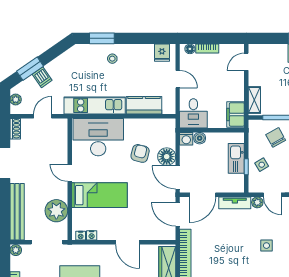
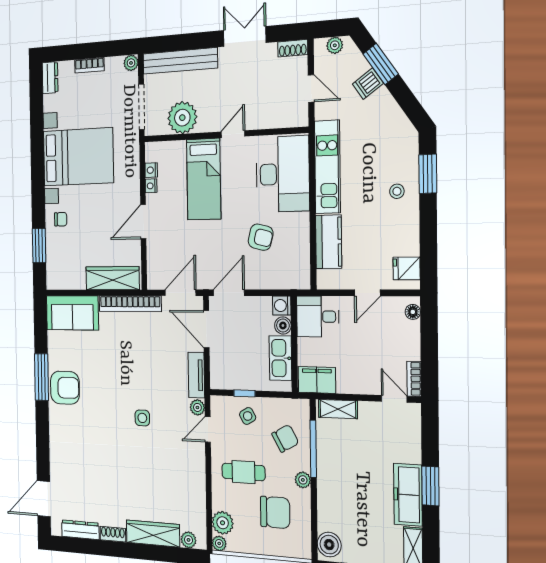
bookcase: (207, 49) -> (414, 379), moved
floor lamp: (167, 157) -> (257, 277), removed
kitchen sink: (236, 158) -> (280, 358), moved, turned -90
nightstand: (81, 236) -> (151, 186), moved

